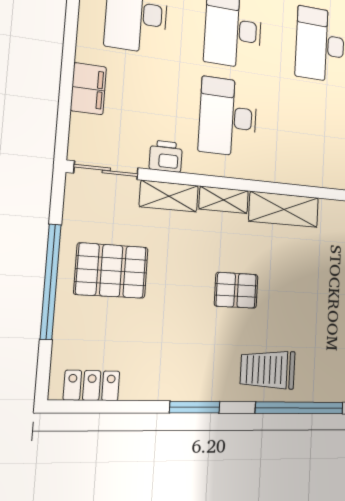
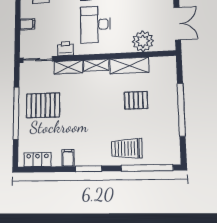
filing cabinet: (88, 89) -> (27, 24), width x0.50
plant: (311, 166) -> (143, 41), added
pallet: (236, 290) -> (136, 100), moved
filing cabinet: (156, 384) -> (68, 158), added

